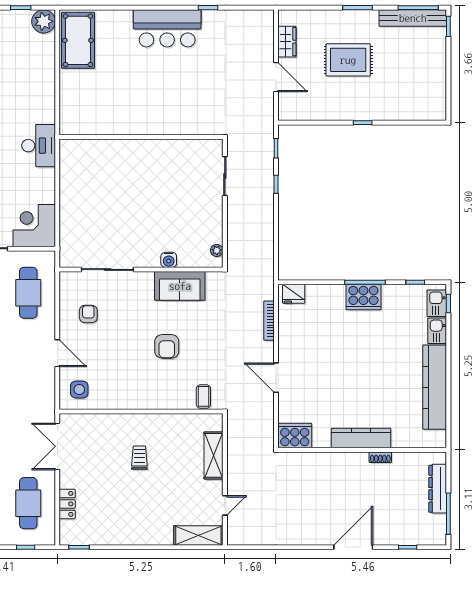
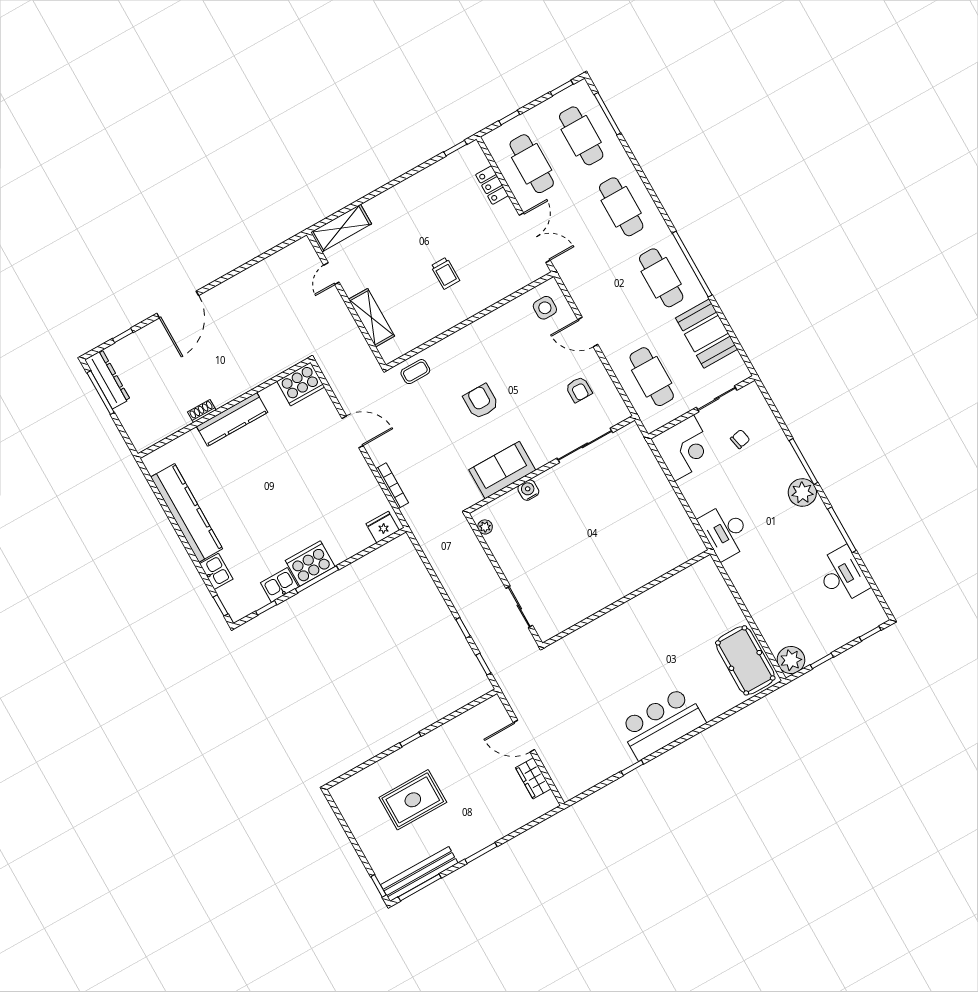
rug: (348, 60) -> (413, 800), moved
kitchen sink: (437, 303) -> (279, 585), moved, turned -90
coffee table: (203, 396) -> (415, 372), turned 90
dresser: (438, 489) -> (107, 379), moved

